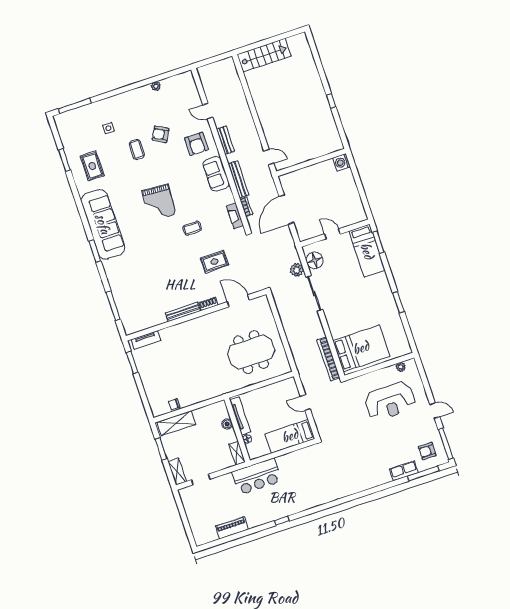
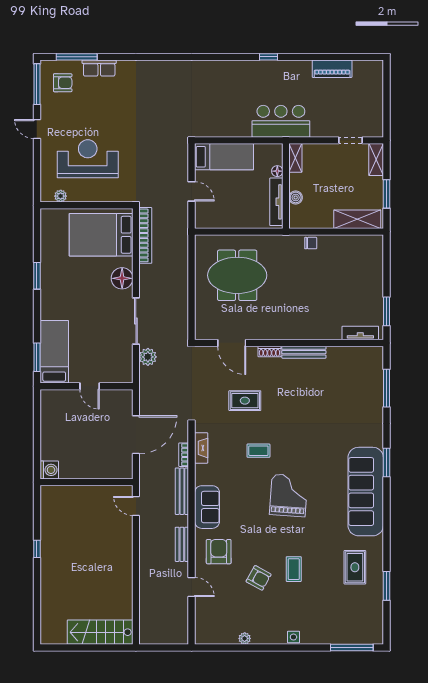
side table: (108, 128) -> (293, 637), moved
floor lamp: (315, 260) -> (122, 278), moved
chair: (174, 404) -> (311, 243), moved

